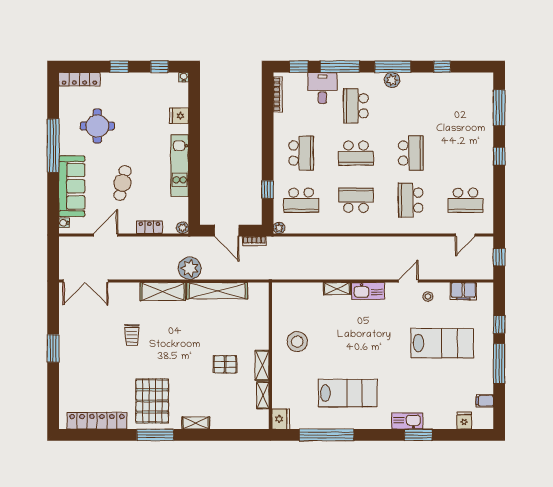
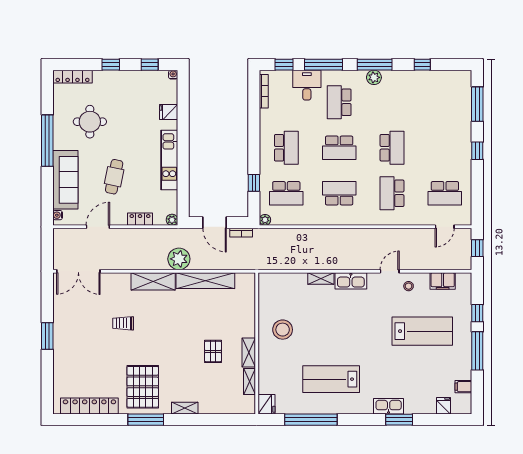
trolley: (132, 335) -> (123, 323), turned 90
pallet: (225, 364) -> (213, 351), turned 90
lab bench: (348, 393) -> (331, 379), turned 180

